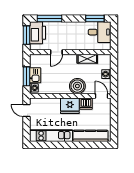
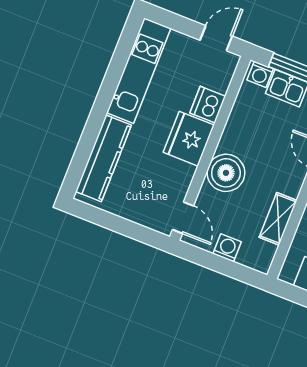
door: (101, 96) -> (183, 218), hinge flipped
dishwasher: (86, 104) -> (208, 105), moved

